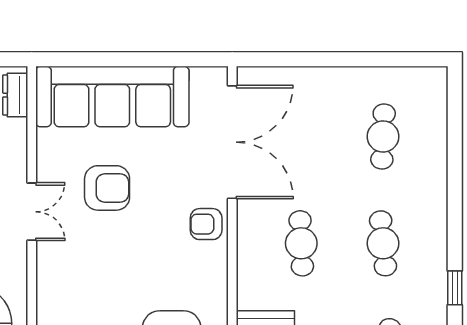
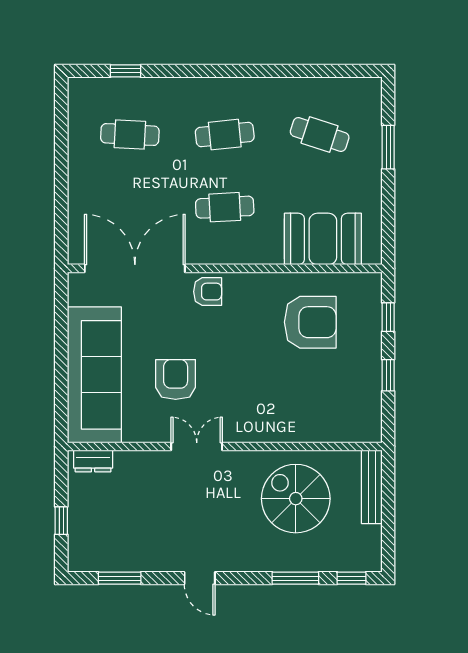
armchair: (206, 224) -> (208, 292), turned -90
window: (455, 288) -> (126, 71), moved

